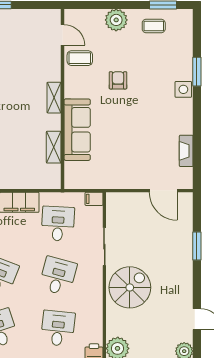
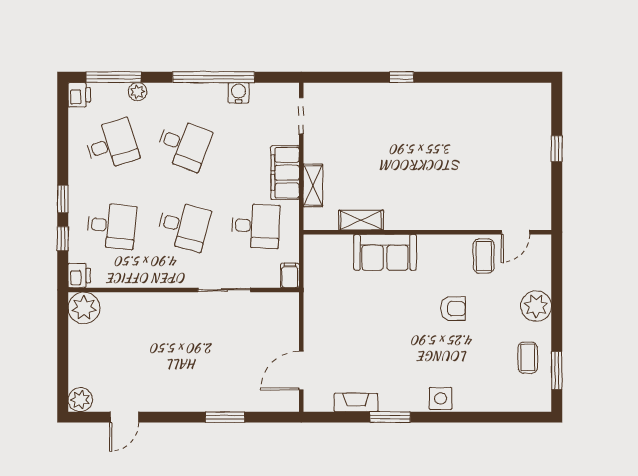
window: (197, 72) -> (390, 417), moved
shelving: (54, 98) -> (313, 185), moved, turned 90
sofa: (77, 130) -> (385, 252), width x0.73
spiral stairs: (130, 287) -> (168, 325), removed

